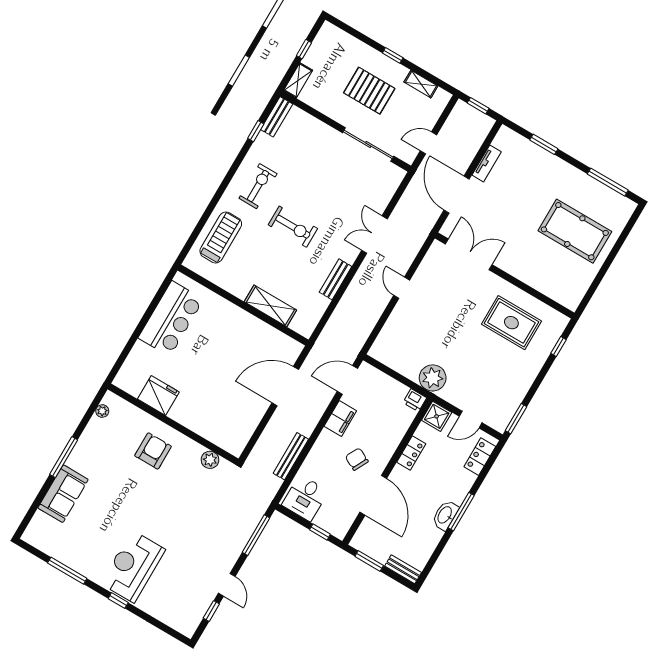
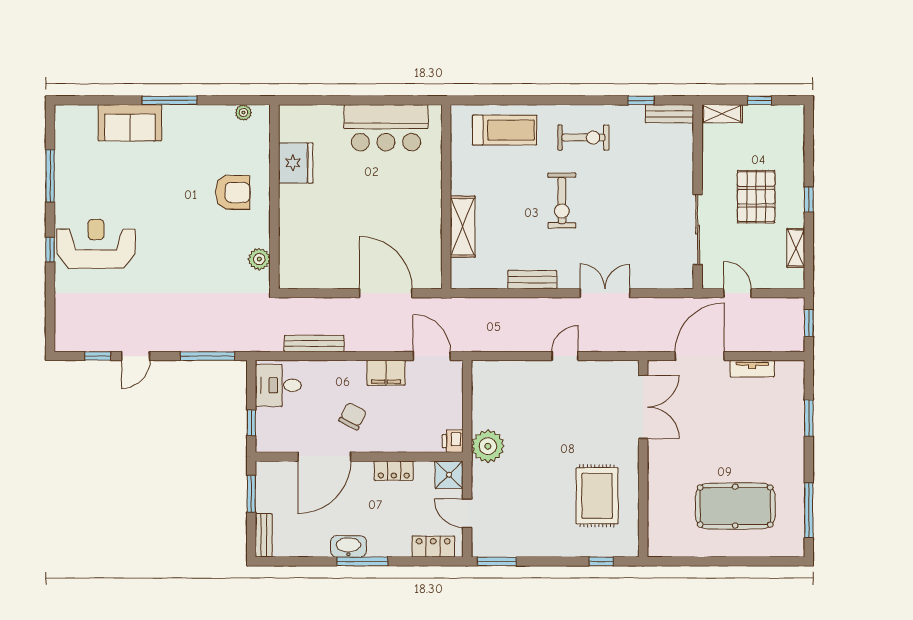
pool table: (575, 231) -> (735, 506), turned 90

